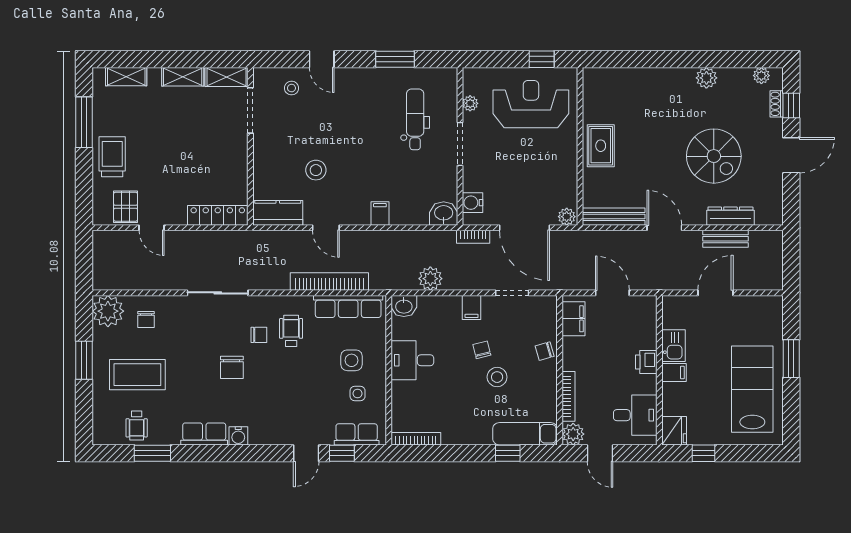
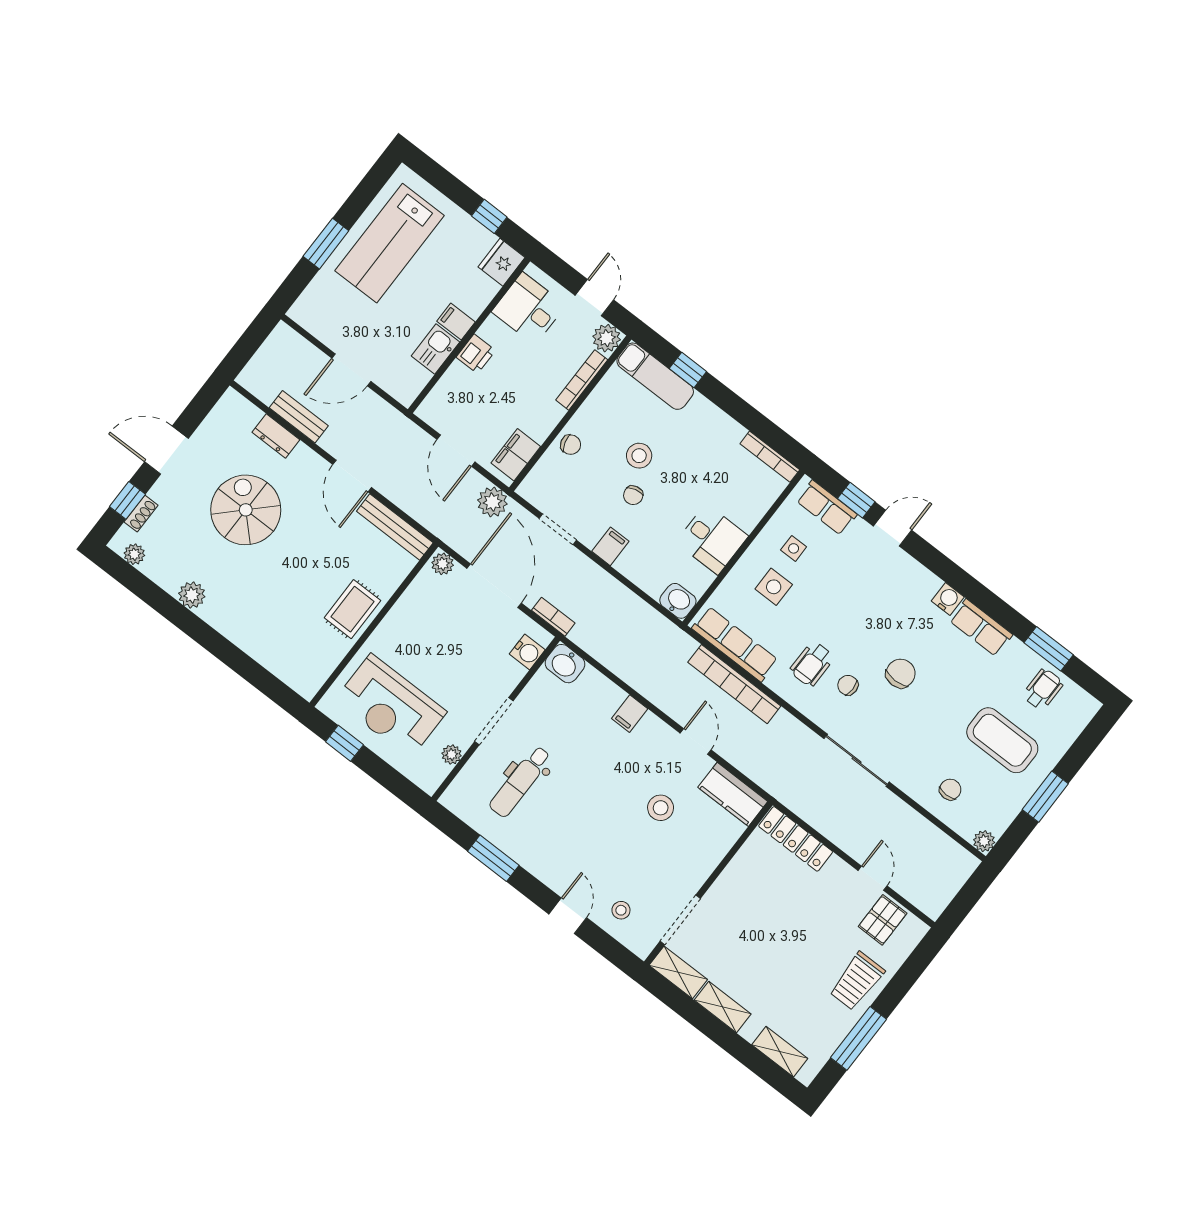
dresser: (730, 216) -> (276, 436), width x0.70
plant: (430, 279) -> (492, 502), moved
plant: (108, 311) -> (984, 841), width x0.53, depth x0.53

